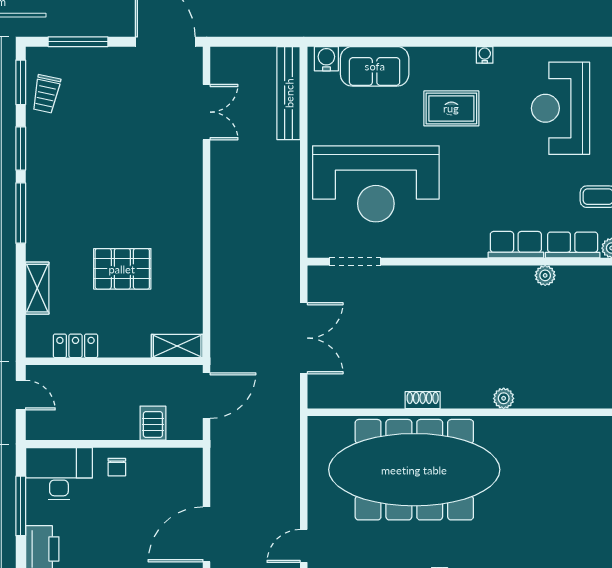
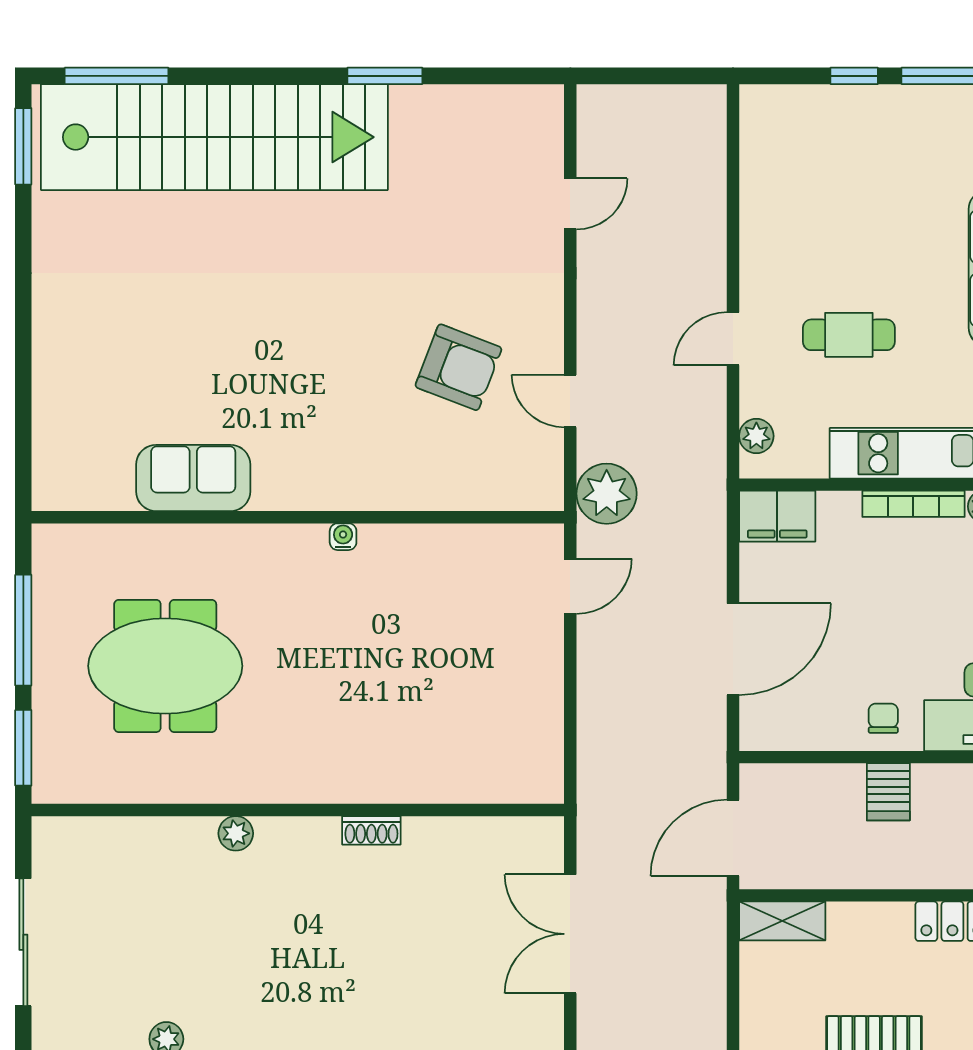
server rack: (153, 423) -> (888, 792), moved
meeting table: (414, 470) -> (165, 666), moved, width x0.54, depth x0.79
door: (207, 534) -> (733, 649), moved

